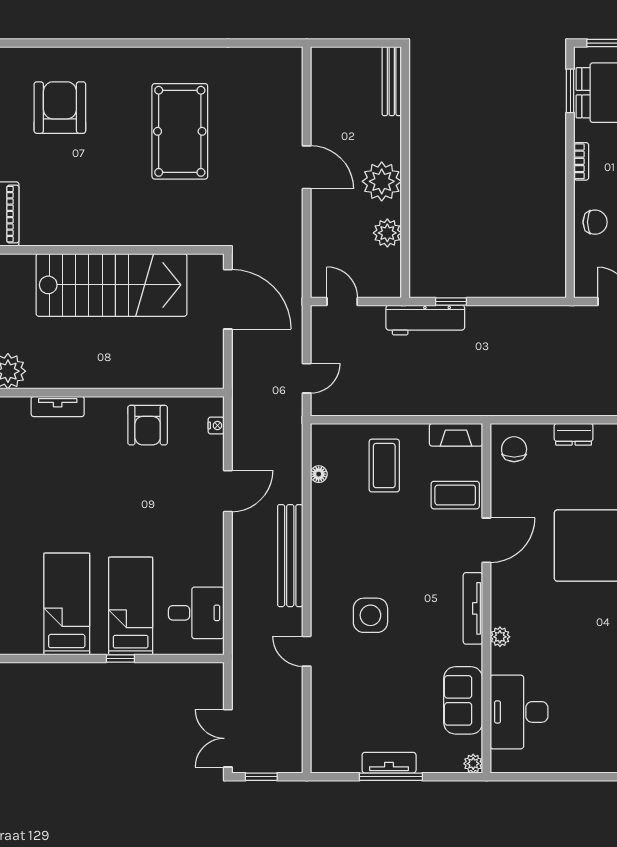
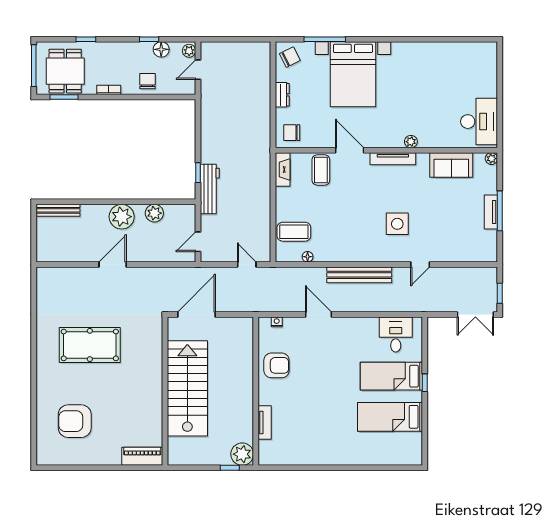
coffee table: (384, 466) -> (294, 232), moved
desk: (519, 712) -> (479, 122), moved, turned -90

